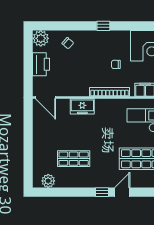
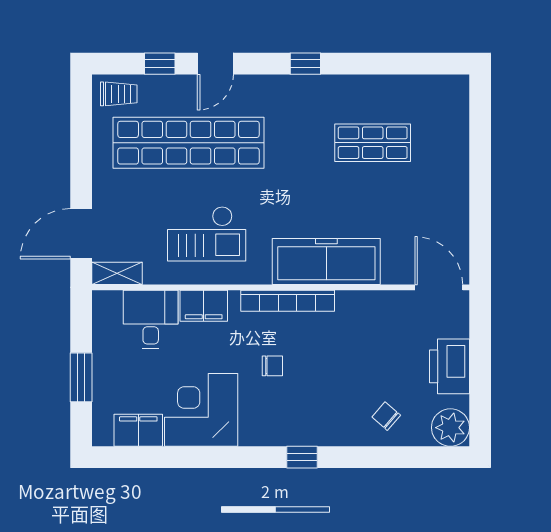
freezer: (82, 106) -> (326, 261), width x1.91, depth x1.26
plant: (48, 181) -> (433, 90), removed
door: (122, 192) -> (215, 64), moved

